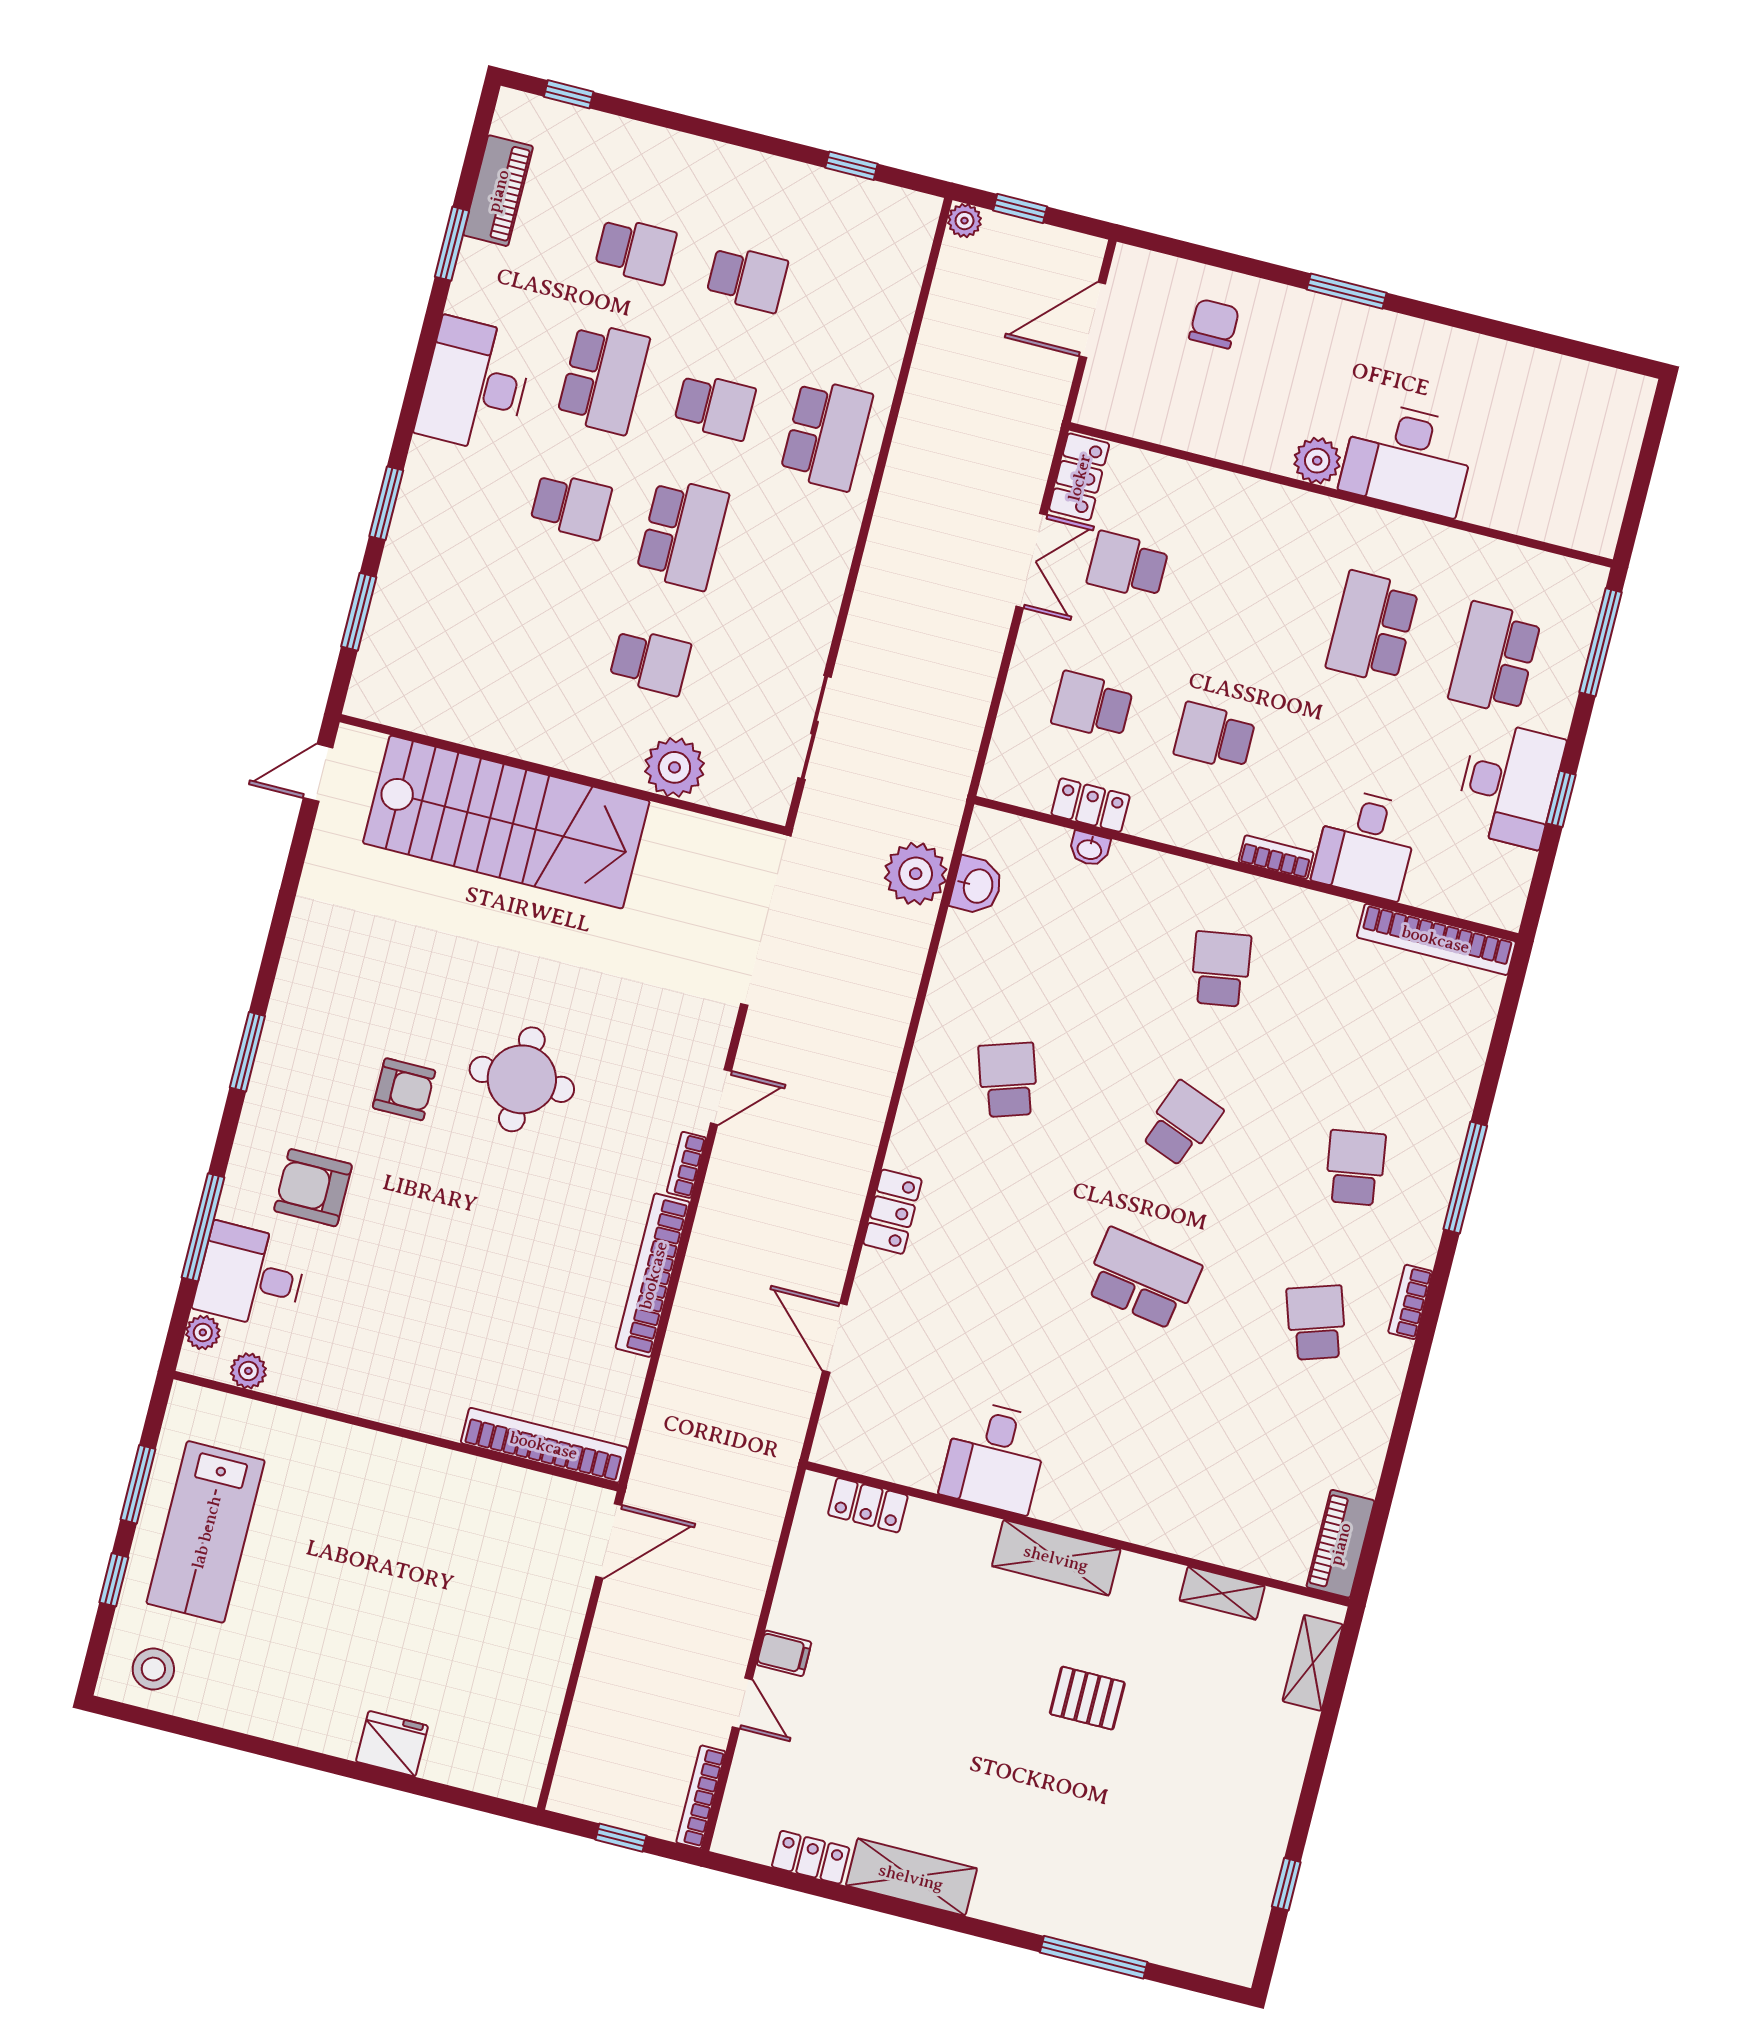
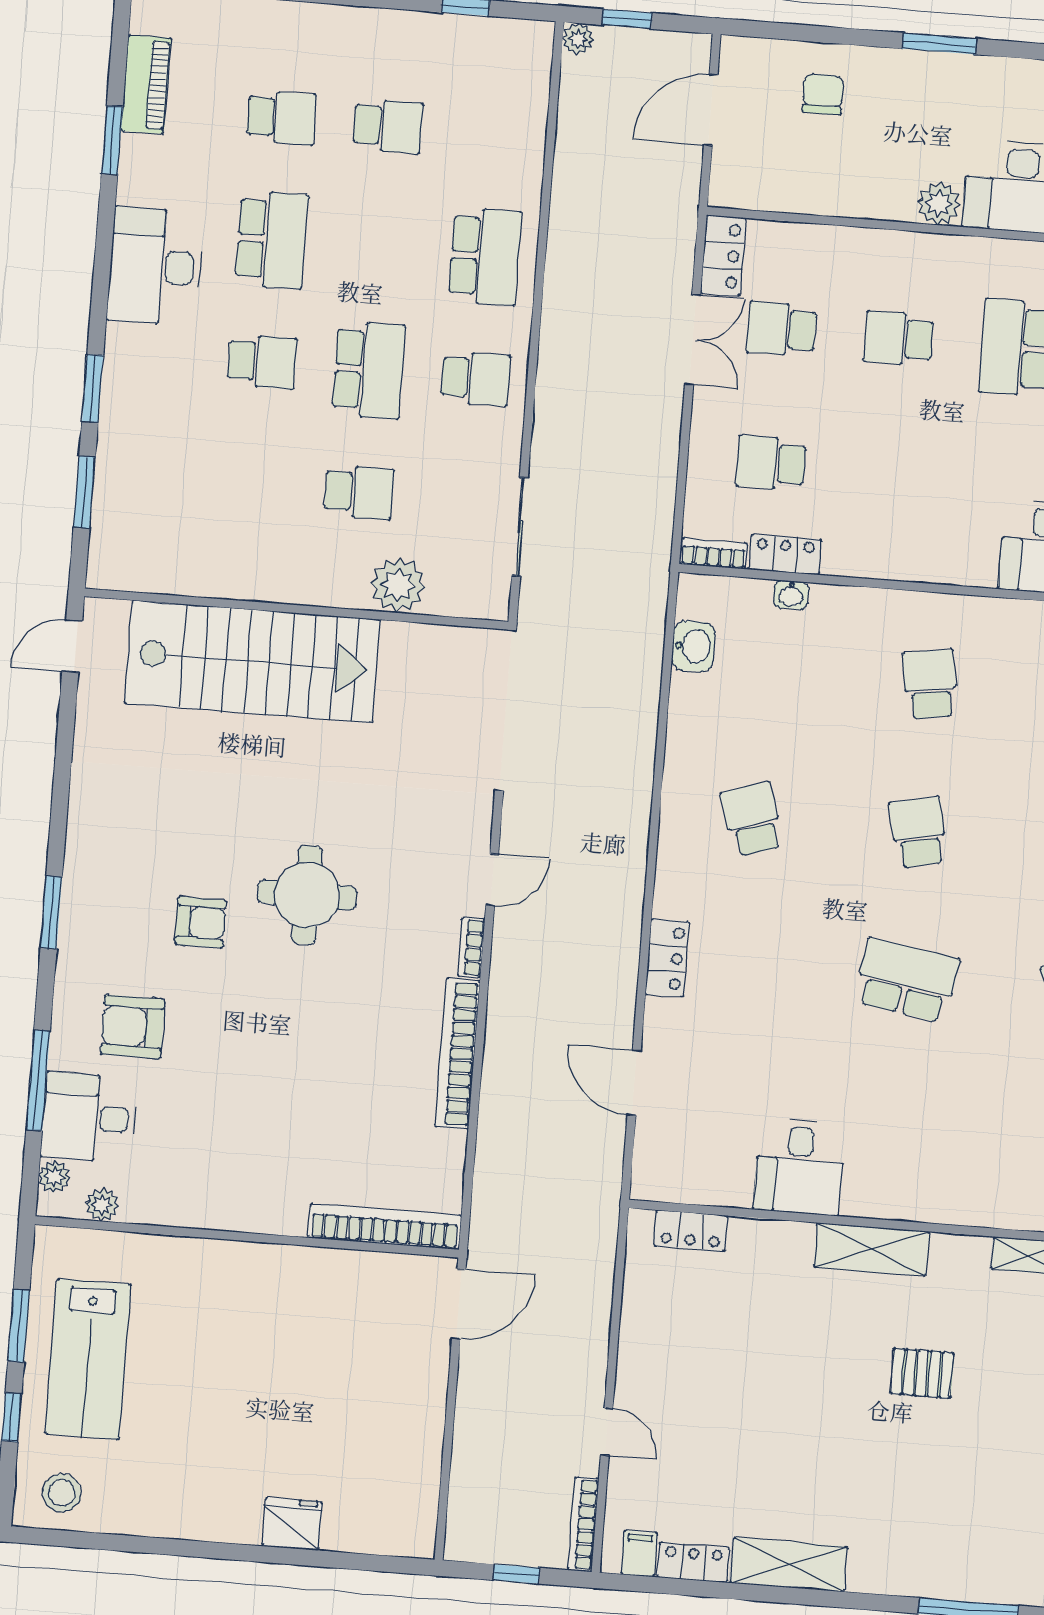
school desk: (715, 406) -> (475, 378), moved
school desk: (1215, 736) -> (898, 338), moved
bookcase: (1276, 857) -> (714, 554), moved
plant: (916, 874) -> (636, 645), removed
school desk: (1182, 1124) -> (918, 832), turned -33
filing cabinet: (784, 1653) -> (639, 1553), moved, turned -90

